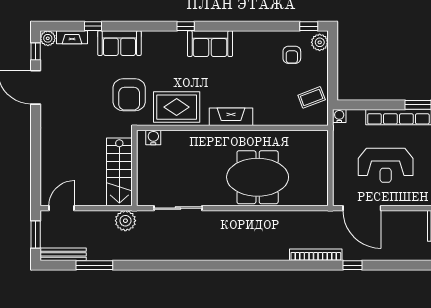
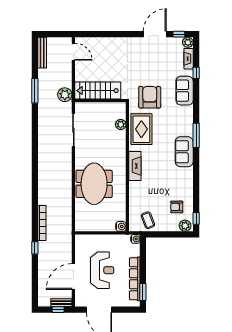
window: (186, 26) -> (196, 135), width x2.17
armchair: (129, 95) -> (150, 97), turned 90
water cooler: (153, 137) -> (121, 226), moved
plant: (170, 138) -> (121, 124), added
reception desk: (386, 165) -> (102, 270), turned 180
door: (362, 208) -> (73, 277), moved
window: (36, 234) -> (56, 34), removed
window: (94, 265) -> (35, 91), moved

